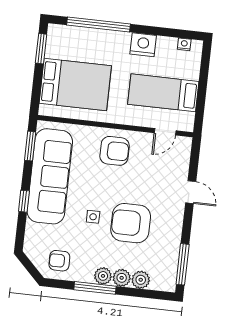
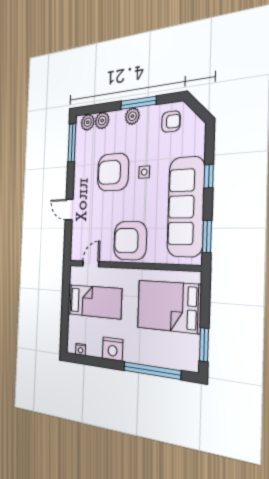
armchair: (115, 151) -> (130, 241), width x1.36, depth x1.36
armchair: (131, 223) -> (113, 172), turned 180
plant: (122, 278) -> (88, 122), moved

